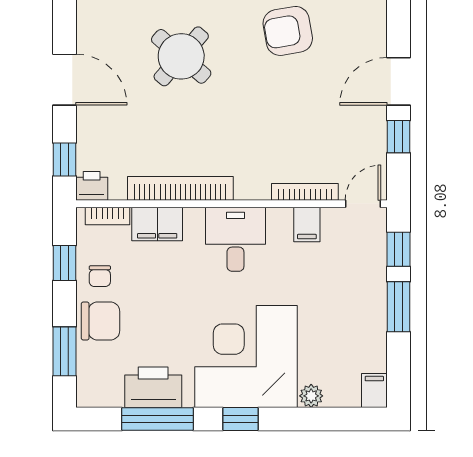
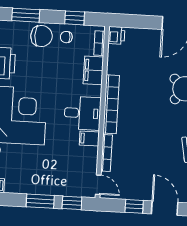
window: (65, 160) -> (132, 21), removed
bookcase: (180, 188) -> (111, 104), moved
filing cabinet: (307, 224) -> (89, 138), moved
chair: (100, 321) -> (41, 36), turned -90

